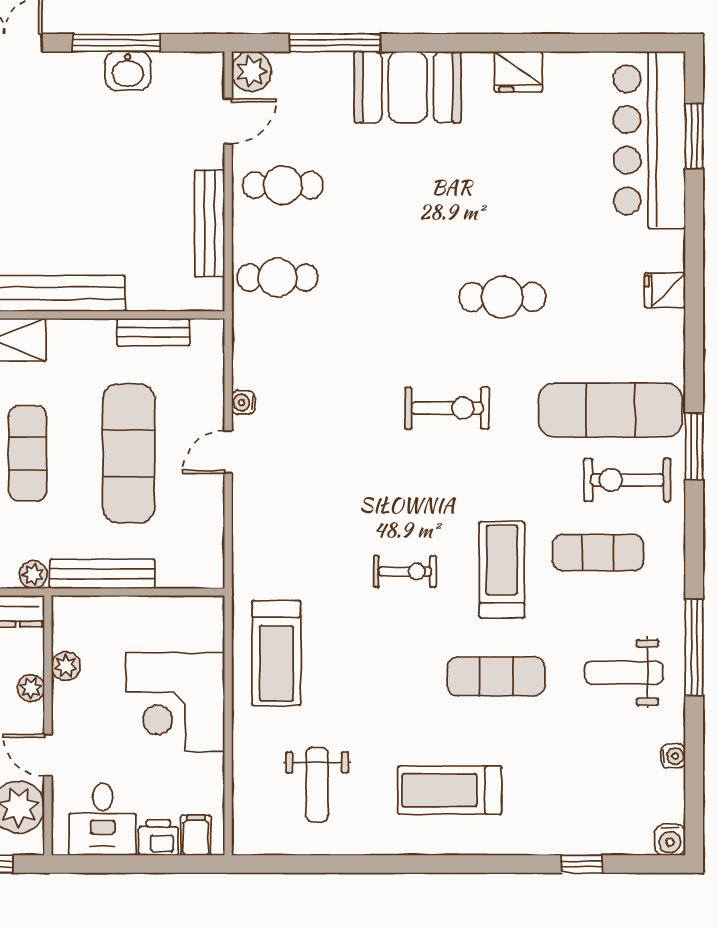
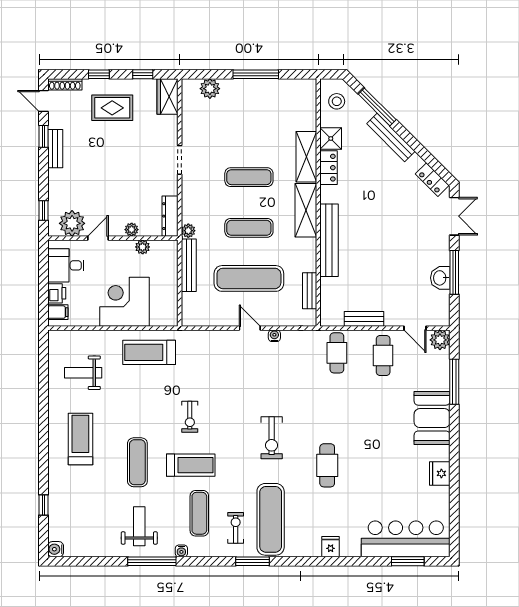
bench: (210, 223) -> (364, 319), width x0.73
exercise bike: (627, 480) -> (236, 528), width x0.73, depth x0.72
water cooler: (673, 756) -> (181, 551), moved

